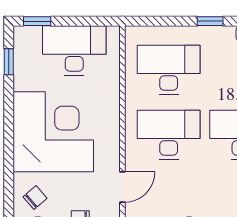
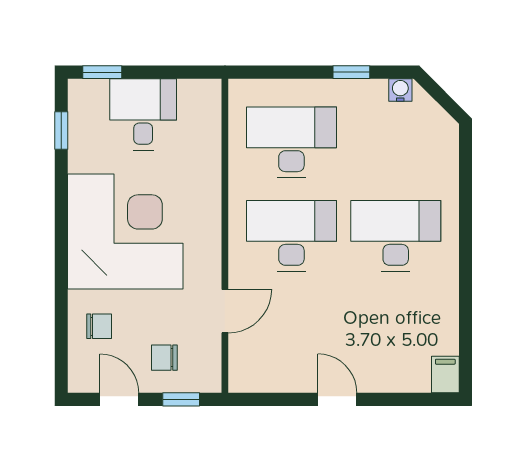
desk: (74, 50) -> (143, 114), width x0.73
chair: (35, 198) -> (99, 326), turned 41

